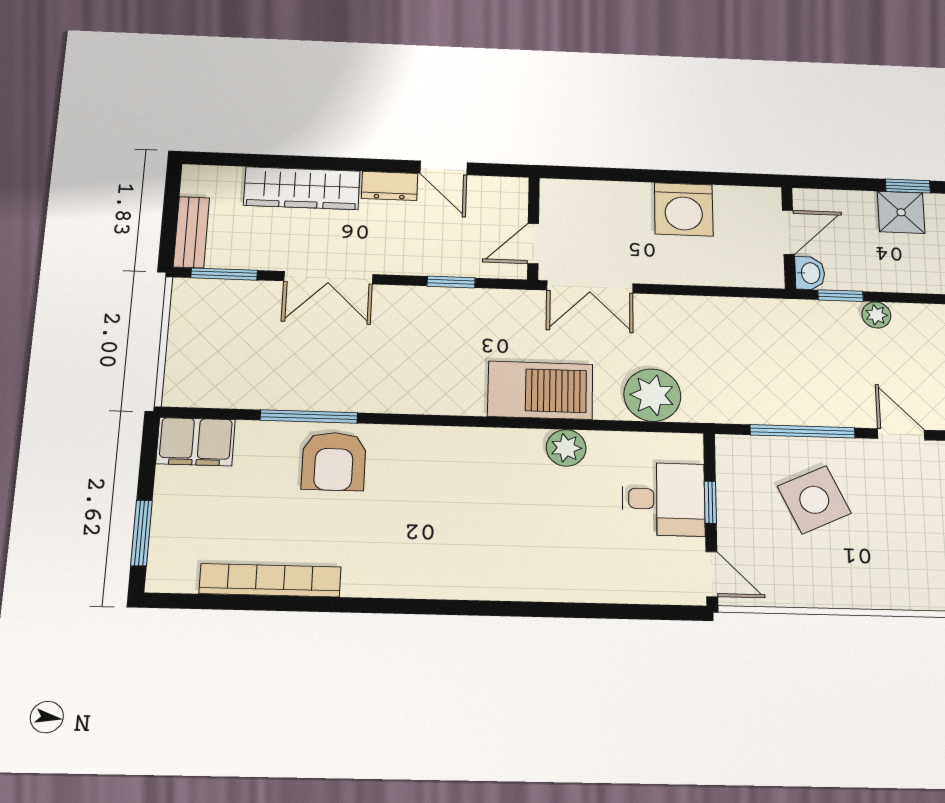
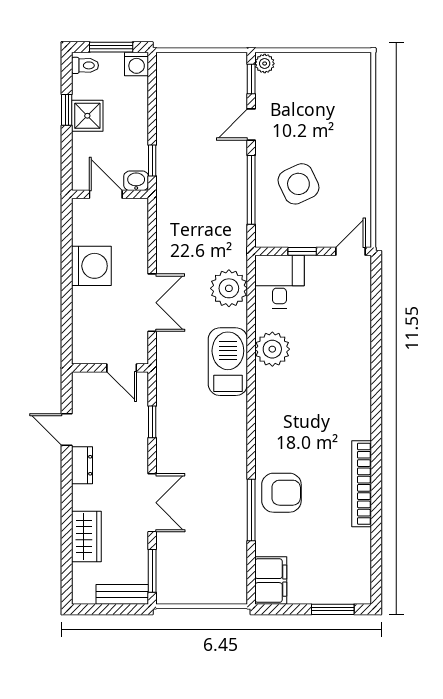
door: (444, 168) -> (67, 429), swing flipped
wardrobe: (302, 188) -> (86, 536), width x0.67
double door: (590, 287) -> (152, 303), moved
plant: (876, 315) -> (166, 137), removed
plant: (566, 448) -> (272, 349), width x1.36, depth x1.36
desk: (664, 499) -> (280, 282), moved
bookcase: (270, 580) -> (362, 484), moved

